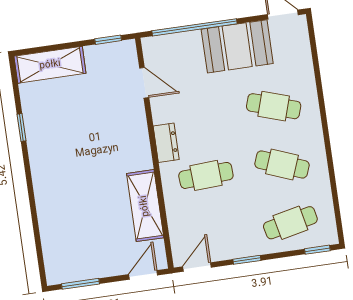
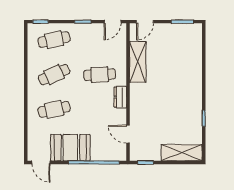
cafe table: (274, 106) -> (54, 109), turned -30
cafe table: (282, 164) -> (54, 75), turned -45

